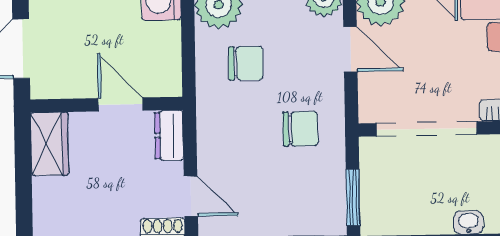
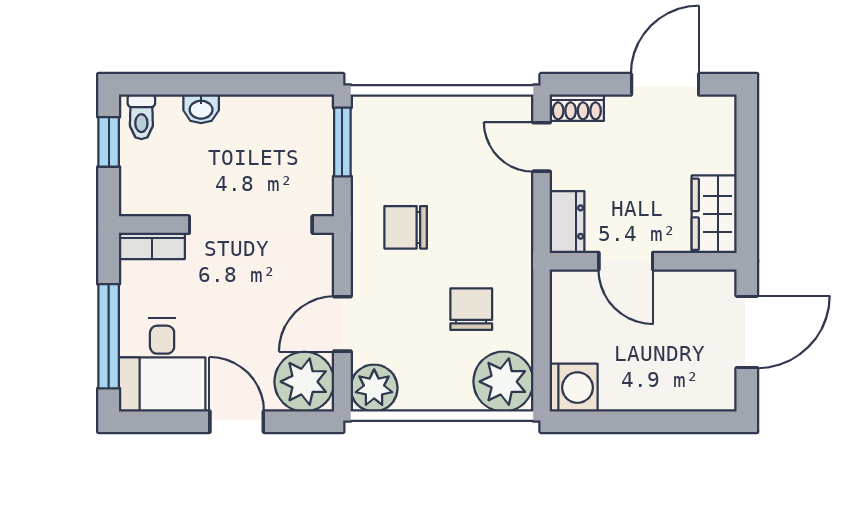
door: (350, 49) -> (342, 324), hinge flipped
chair: (246, 63) -> (471, 309), turned 90

